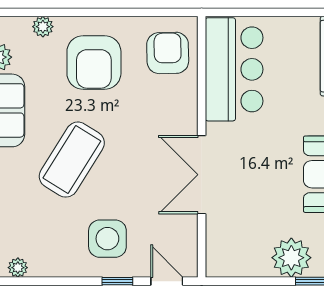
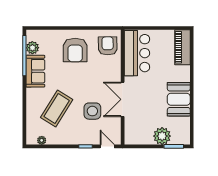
plant: (43, 27) -> (53, 34), removed
coffee table: (72, 160) -> (57, 108), moved
side table: (107, 239) -> (92, 111), moved

